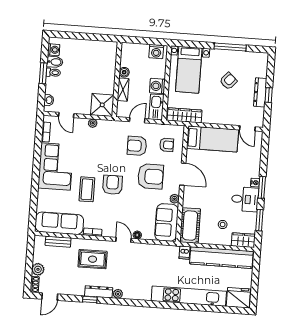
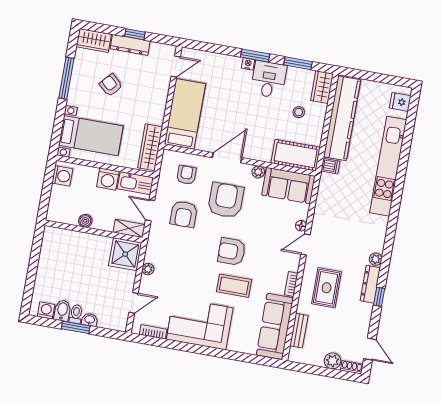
wardrobe: (261, 65) -> (94, 40), added
shelving: (123, 90) -> (129, 228), moved
washbasin: (49, 100) -> (90, 320), moved
fridge: (238, 298) -> (400, 102), width x0.53, depth x0.75

